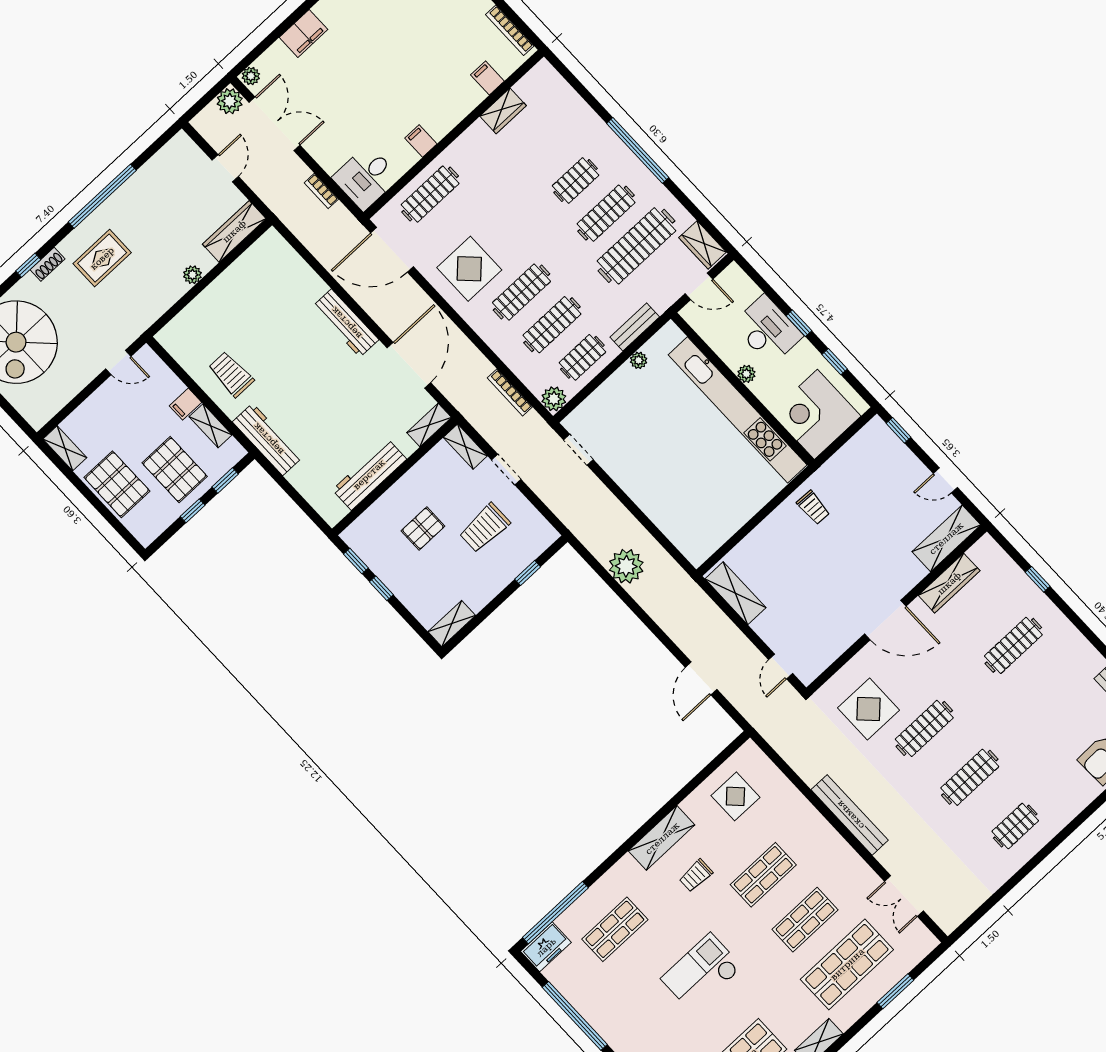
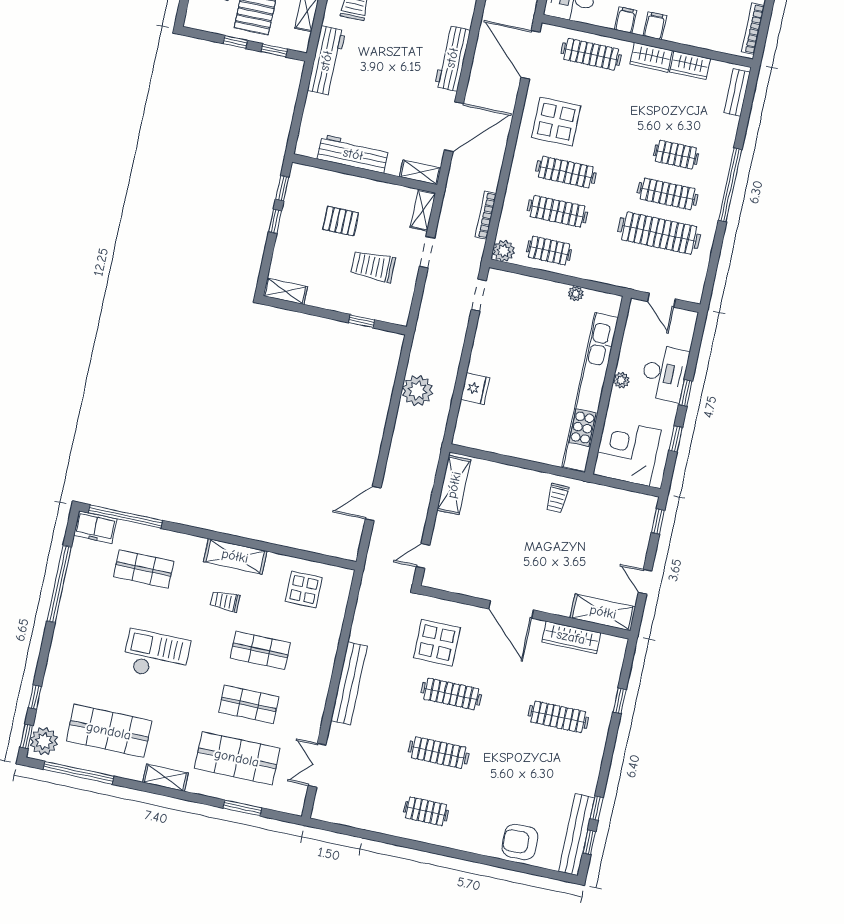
filing cabinet: (487, 78) -> (655, 26), moved
wardrobe: (703, 245) -> (651, 57), moved, turned -90
bench: (635, 327) -> (737, 92), moved, turned 90
fridge: (661, 512) -> (475, 389), added

